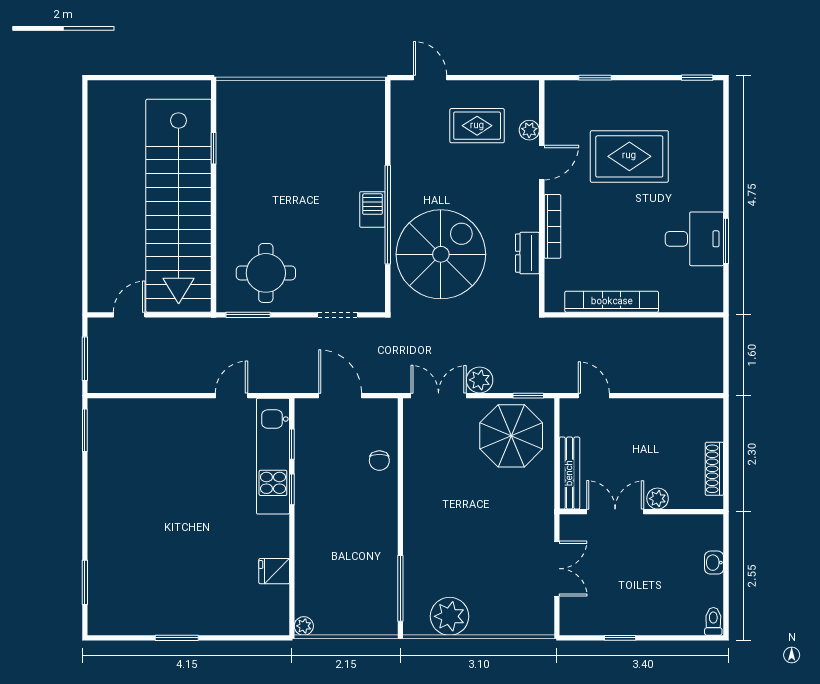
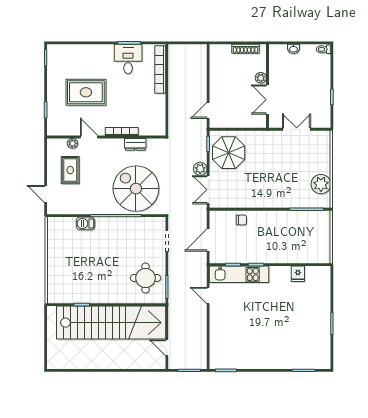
door: (430, 78) -> (46, 194), hinge flipped
rug: (629, 156) -> (86, 92), turned 90
barbecue: (373, 209) -> (85, 223), moved
bookcase: (612, 302) -> (160, 69), moved
bench: (570, 473) -> (248, 123), removed
plant: (304, 626) -> (326, 259), removed

